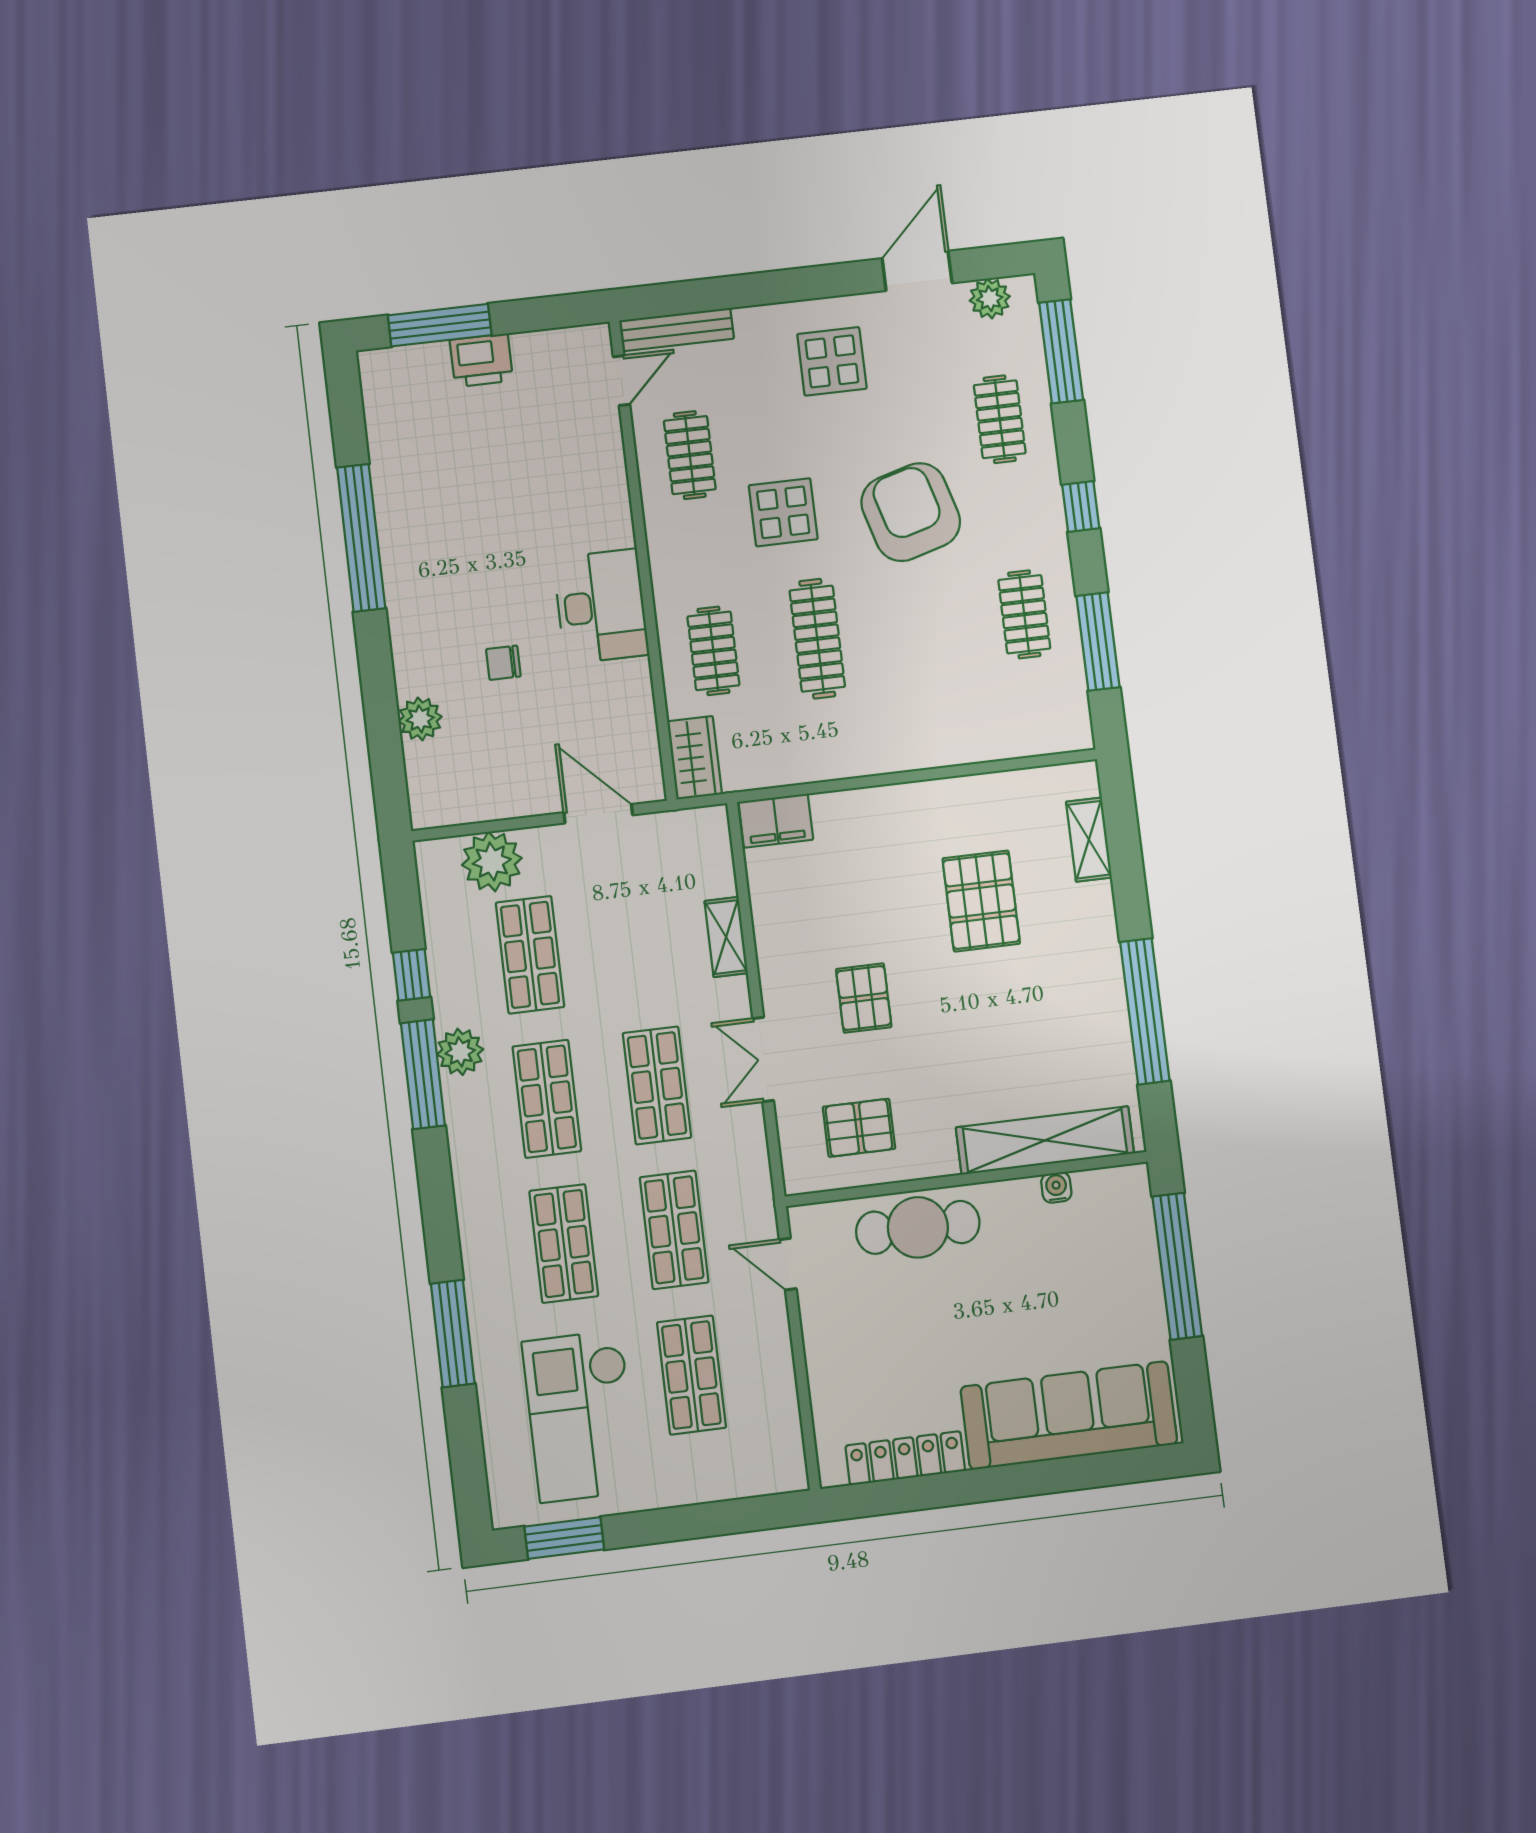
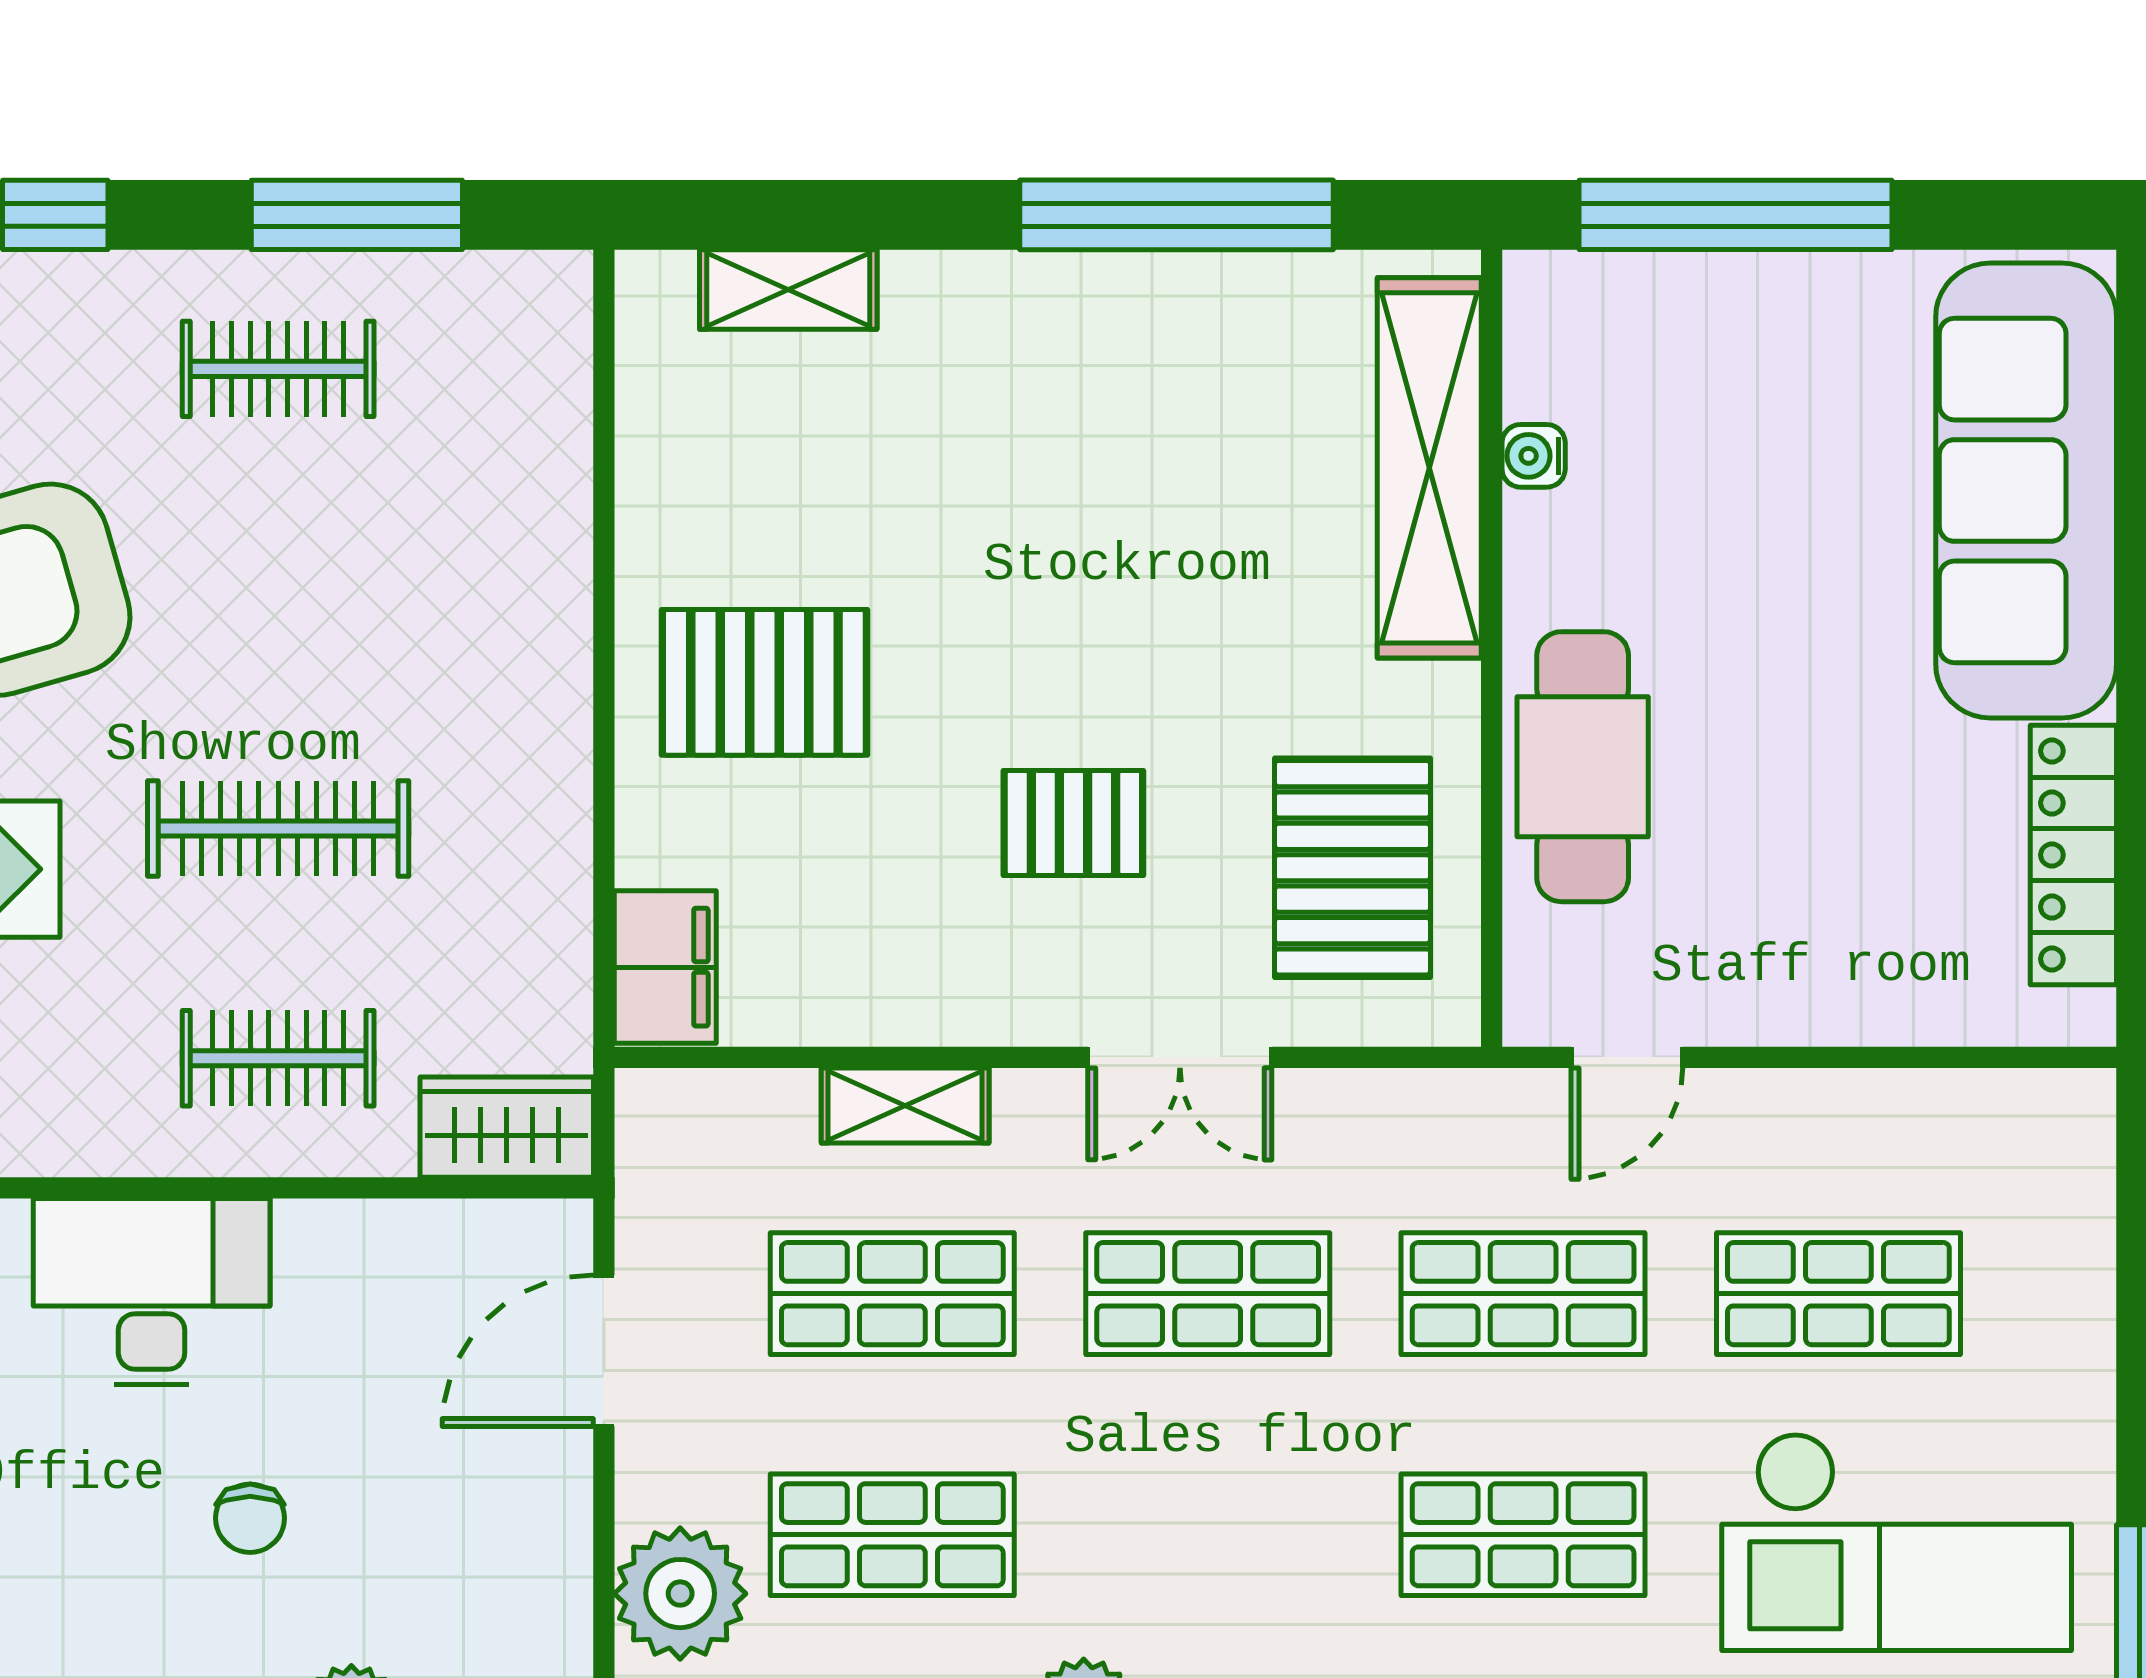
pallet: (981, 901) -> (764, 682), moved
shop shelf: (547, 1099) -> (892, 1294), moved
pallet: (859, 1128) -> (1353, 868), width x1.50, depth x1.42

